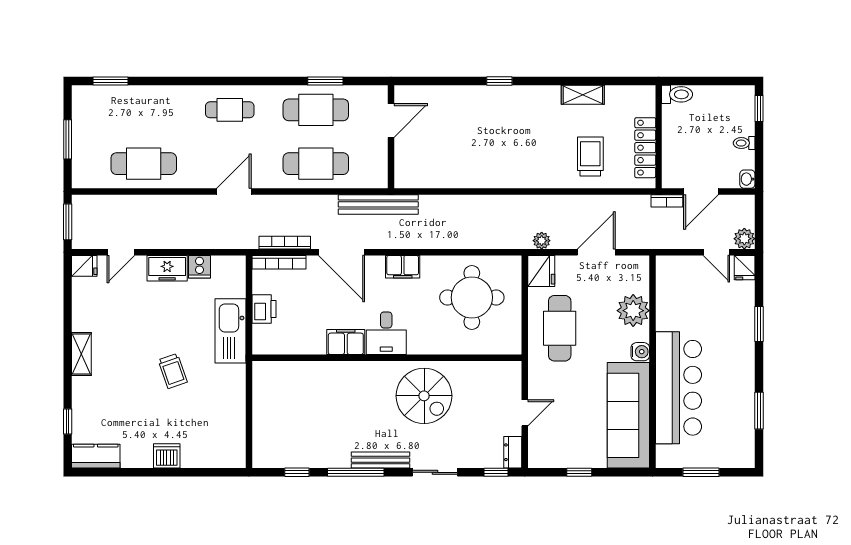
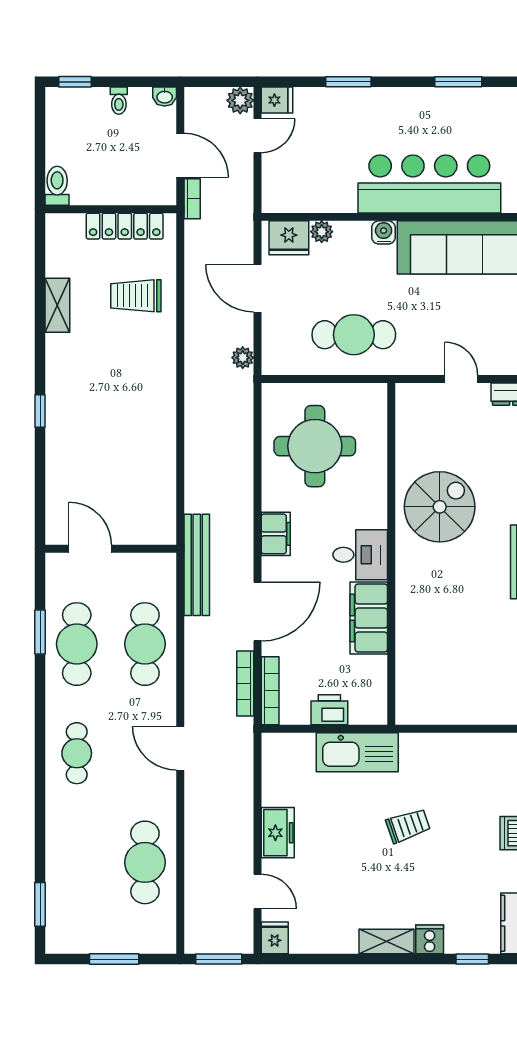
cooker: (199, 267) -> (430, 939), moved, turned -90
fridge: (541, 271) -> (289, 238), moved, turned 180
plant: (633, 311) -> (322, 232), width x0.53, depth x0.53
filing cabinet: (346, 342) -> (369, 618), width x1.50, depth x1.17

